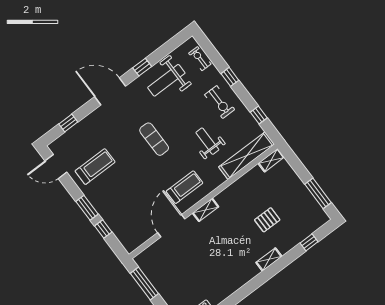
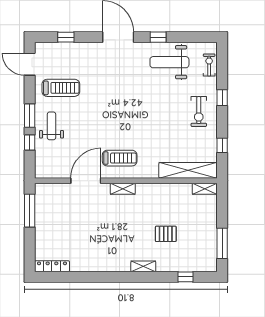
exercise mat: (154, 139) -> (124, 102), removed
weight bench: (207, 141) -> (51, 126), moved

